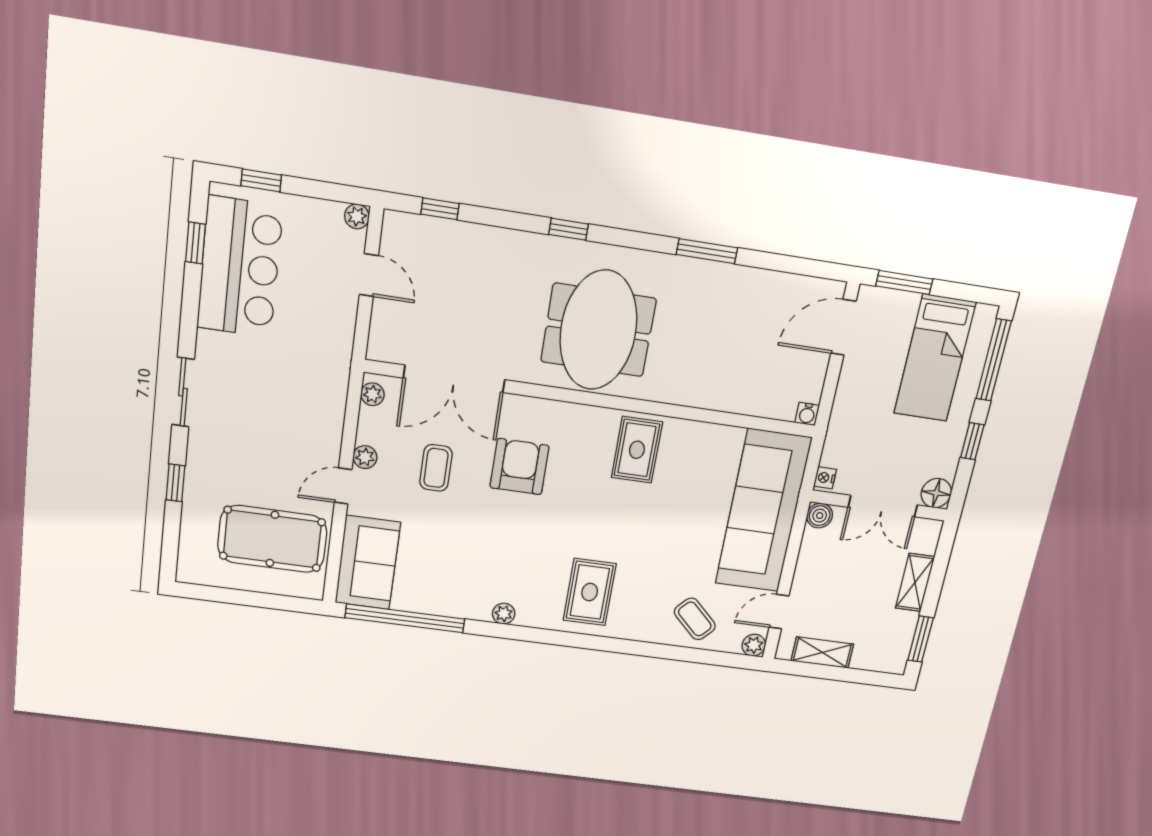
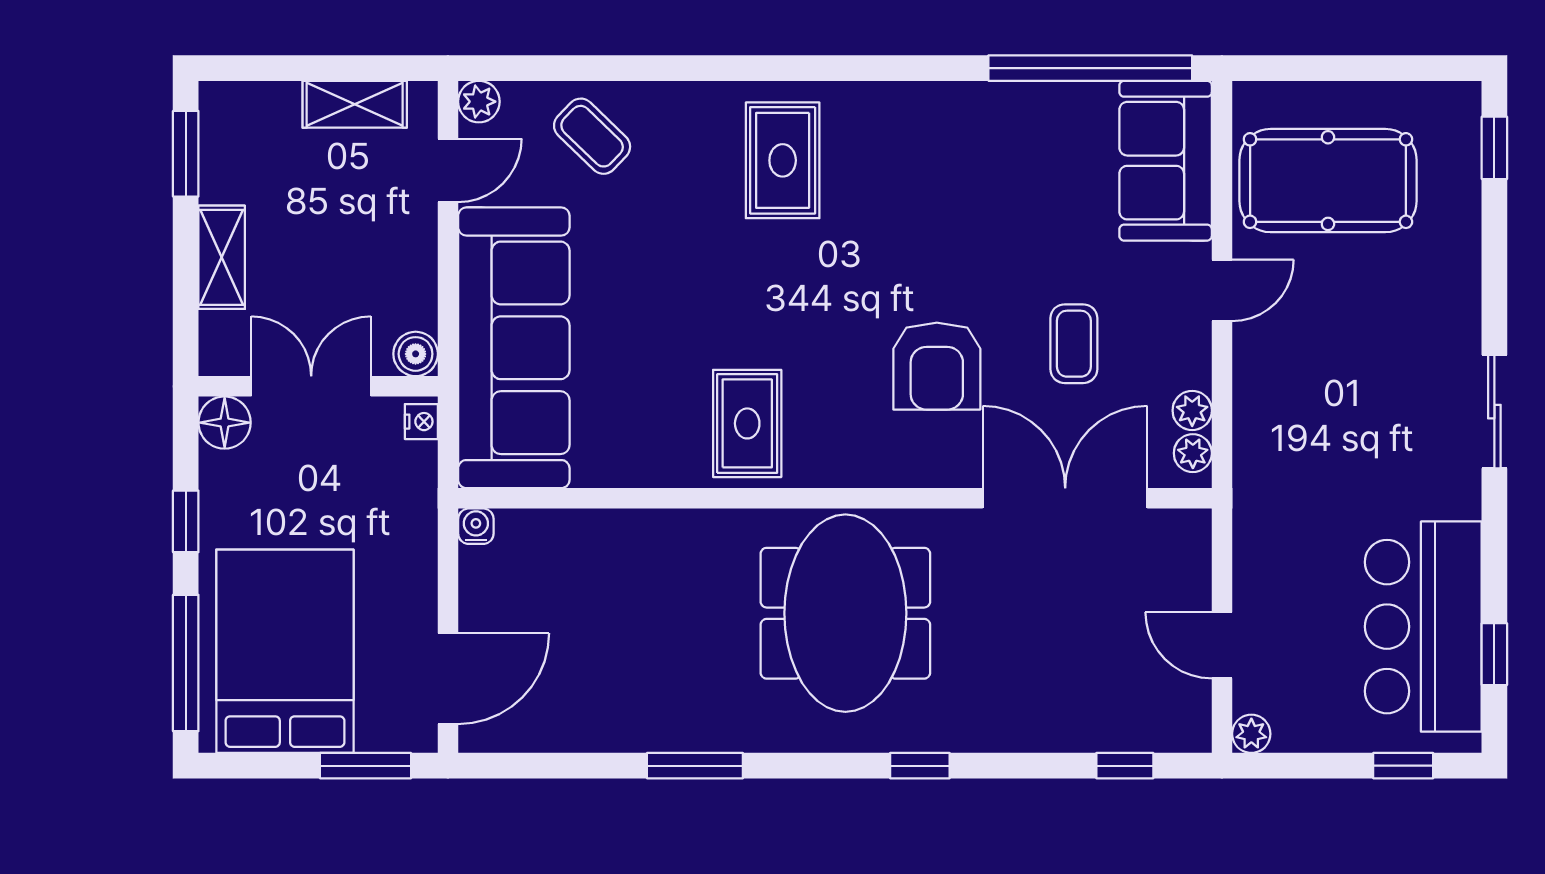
bed: (935, 358) -> (285, 651), width x1.50
plant: (365, 457) -> (1192, 410), moved
window: (175, 483) -> (1494, 148), moved
plant: (504, 614) -> (923, 100), removed

